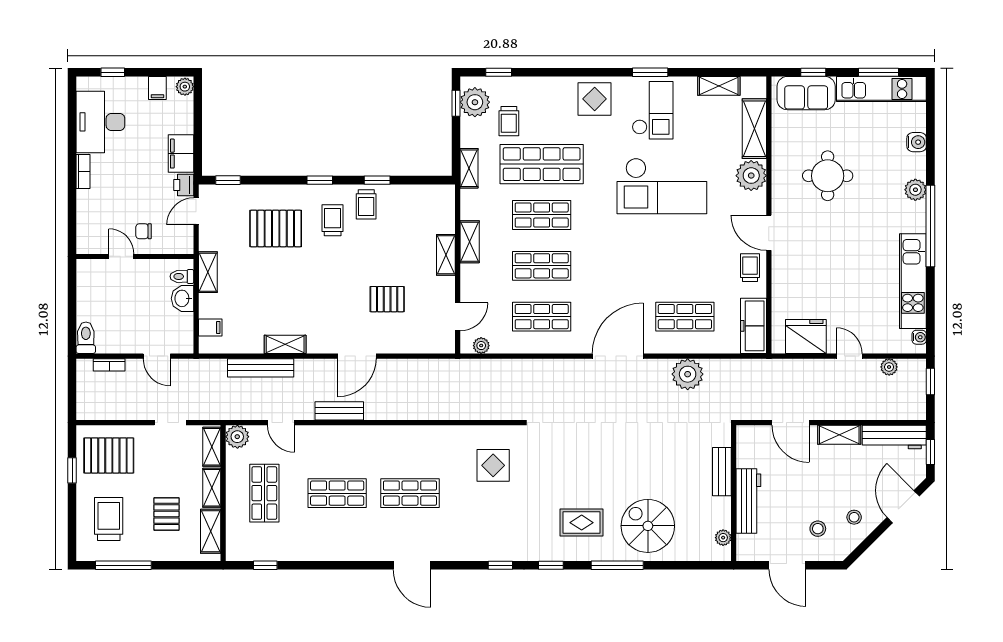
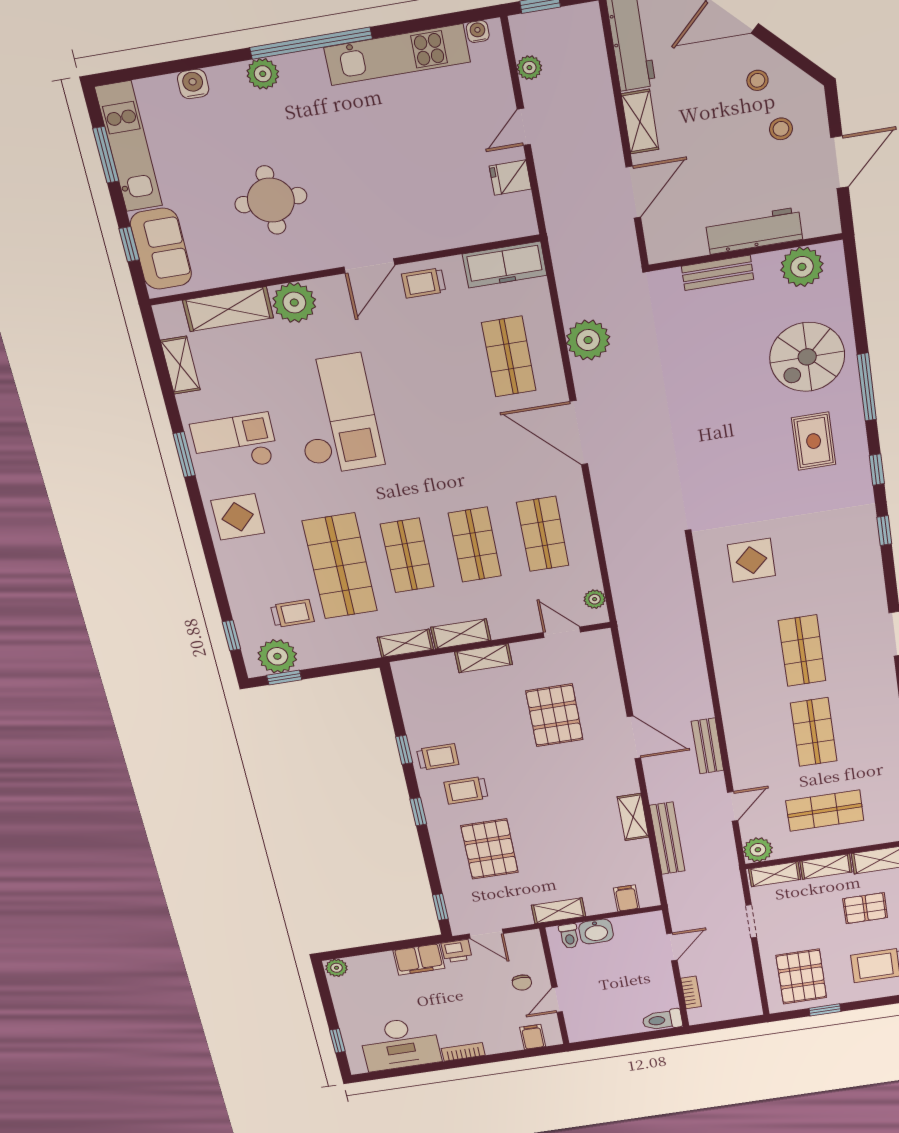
filing cabinet: (157, 88) -> (533, 1037), moved, turned -90
shelving: (469, 168) -> (405, 643), moved
pallet: (387, 299) -> (554, 715), width x1.50, depth x1.42
fridge: (806, 337) -> (510, 178), width x0.53, depth x0.75
plant: (723, 538) -> (802, 267), width x1.88, depth x1.88

